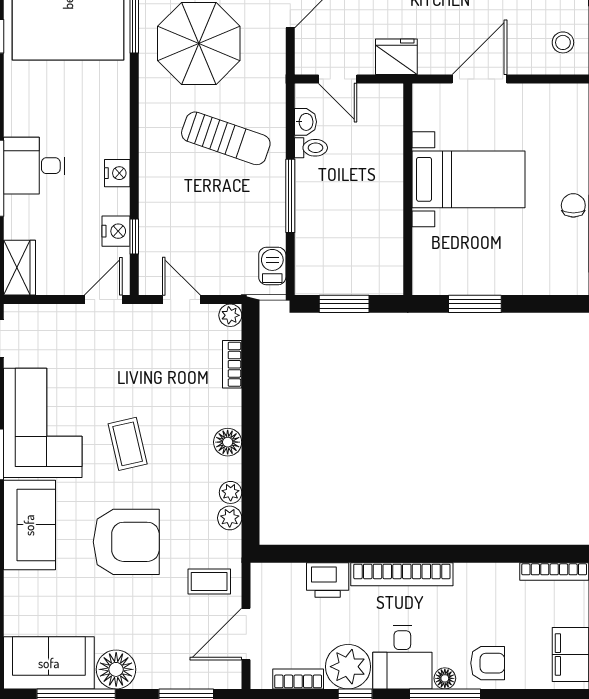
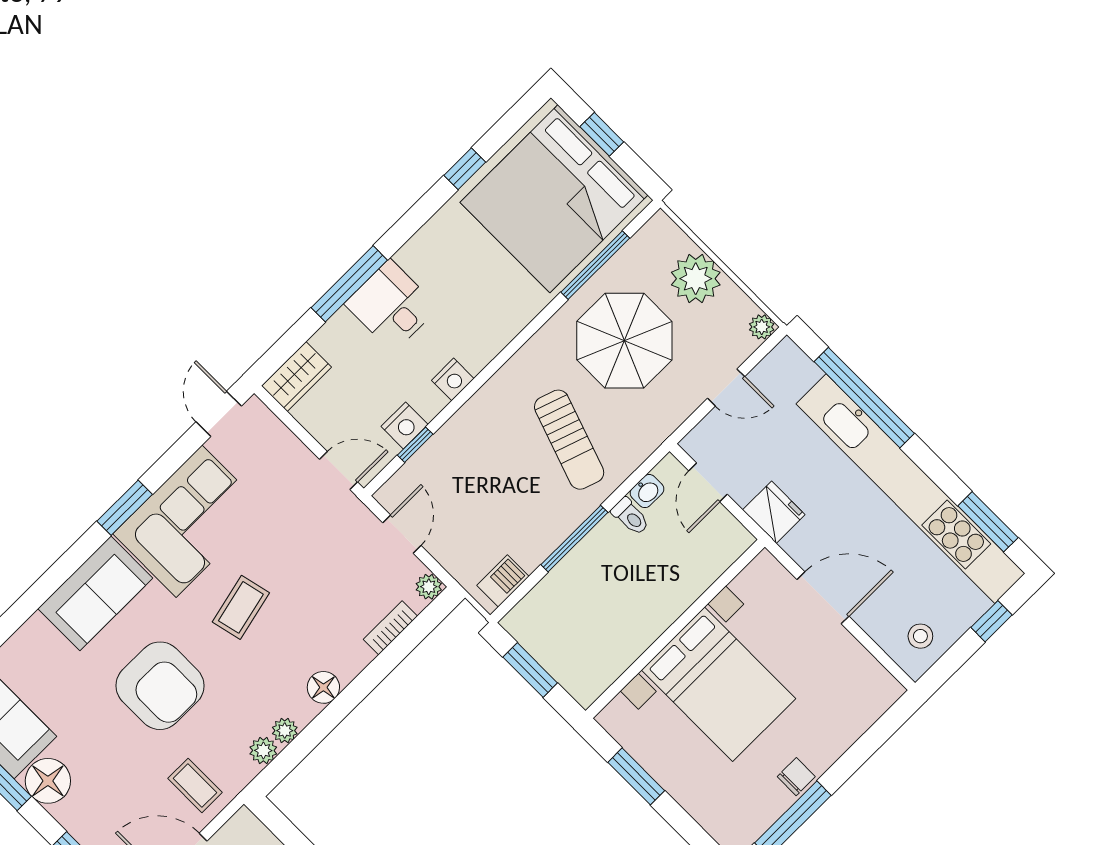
bed with nightstands: (469, 179) -> (719, 684), width x1.36

